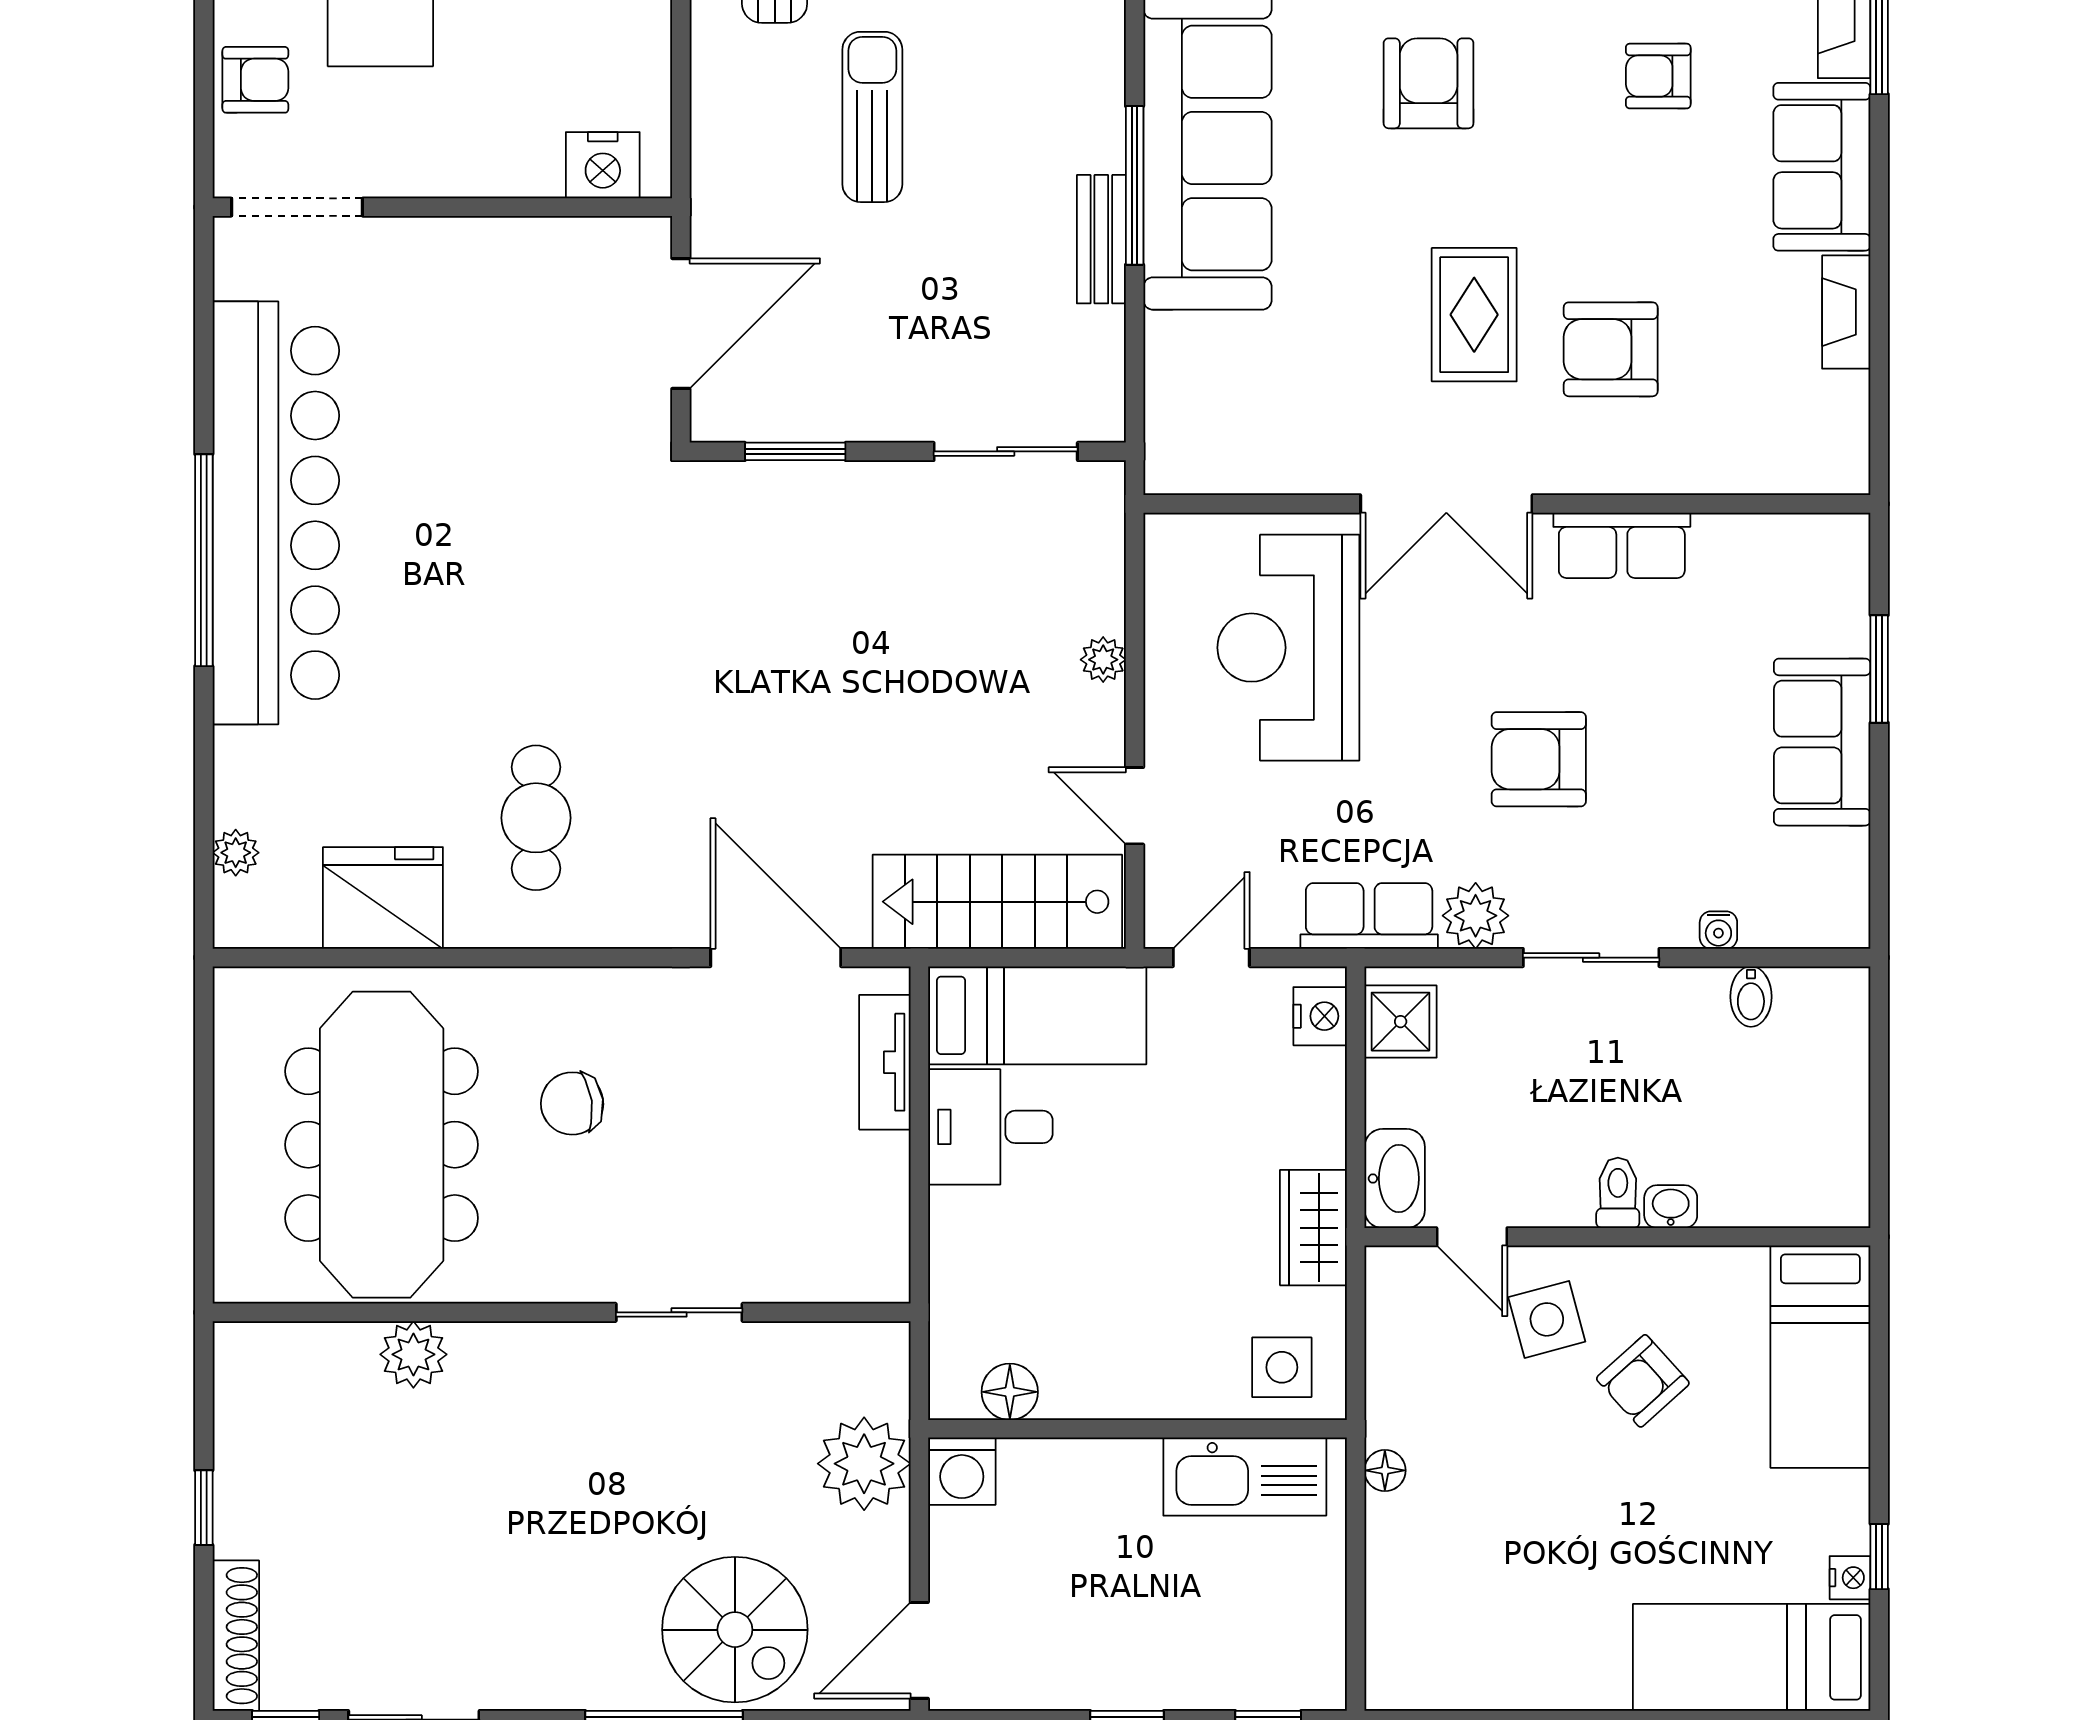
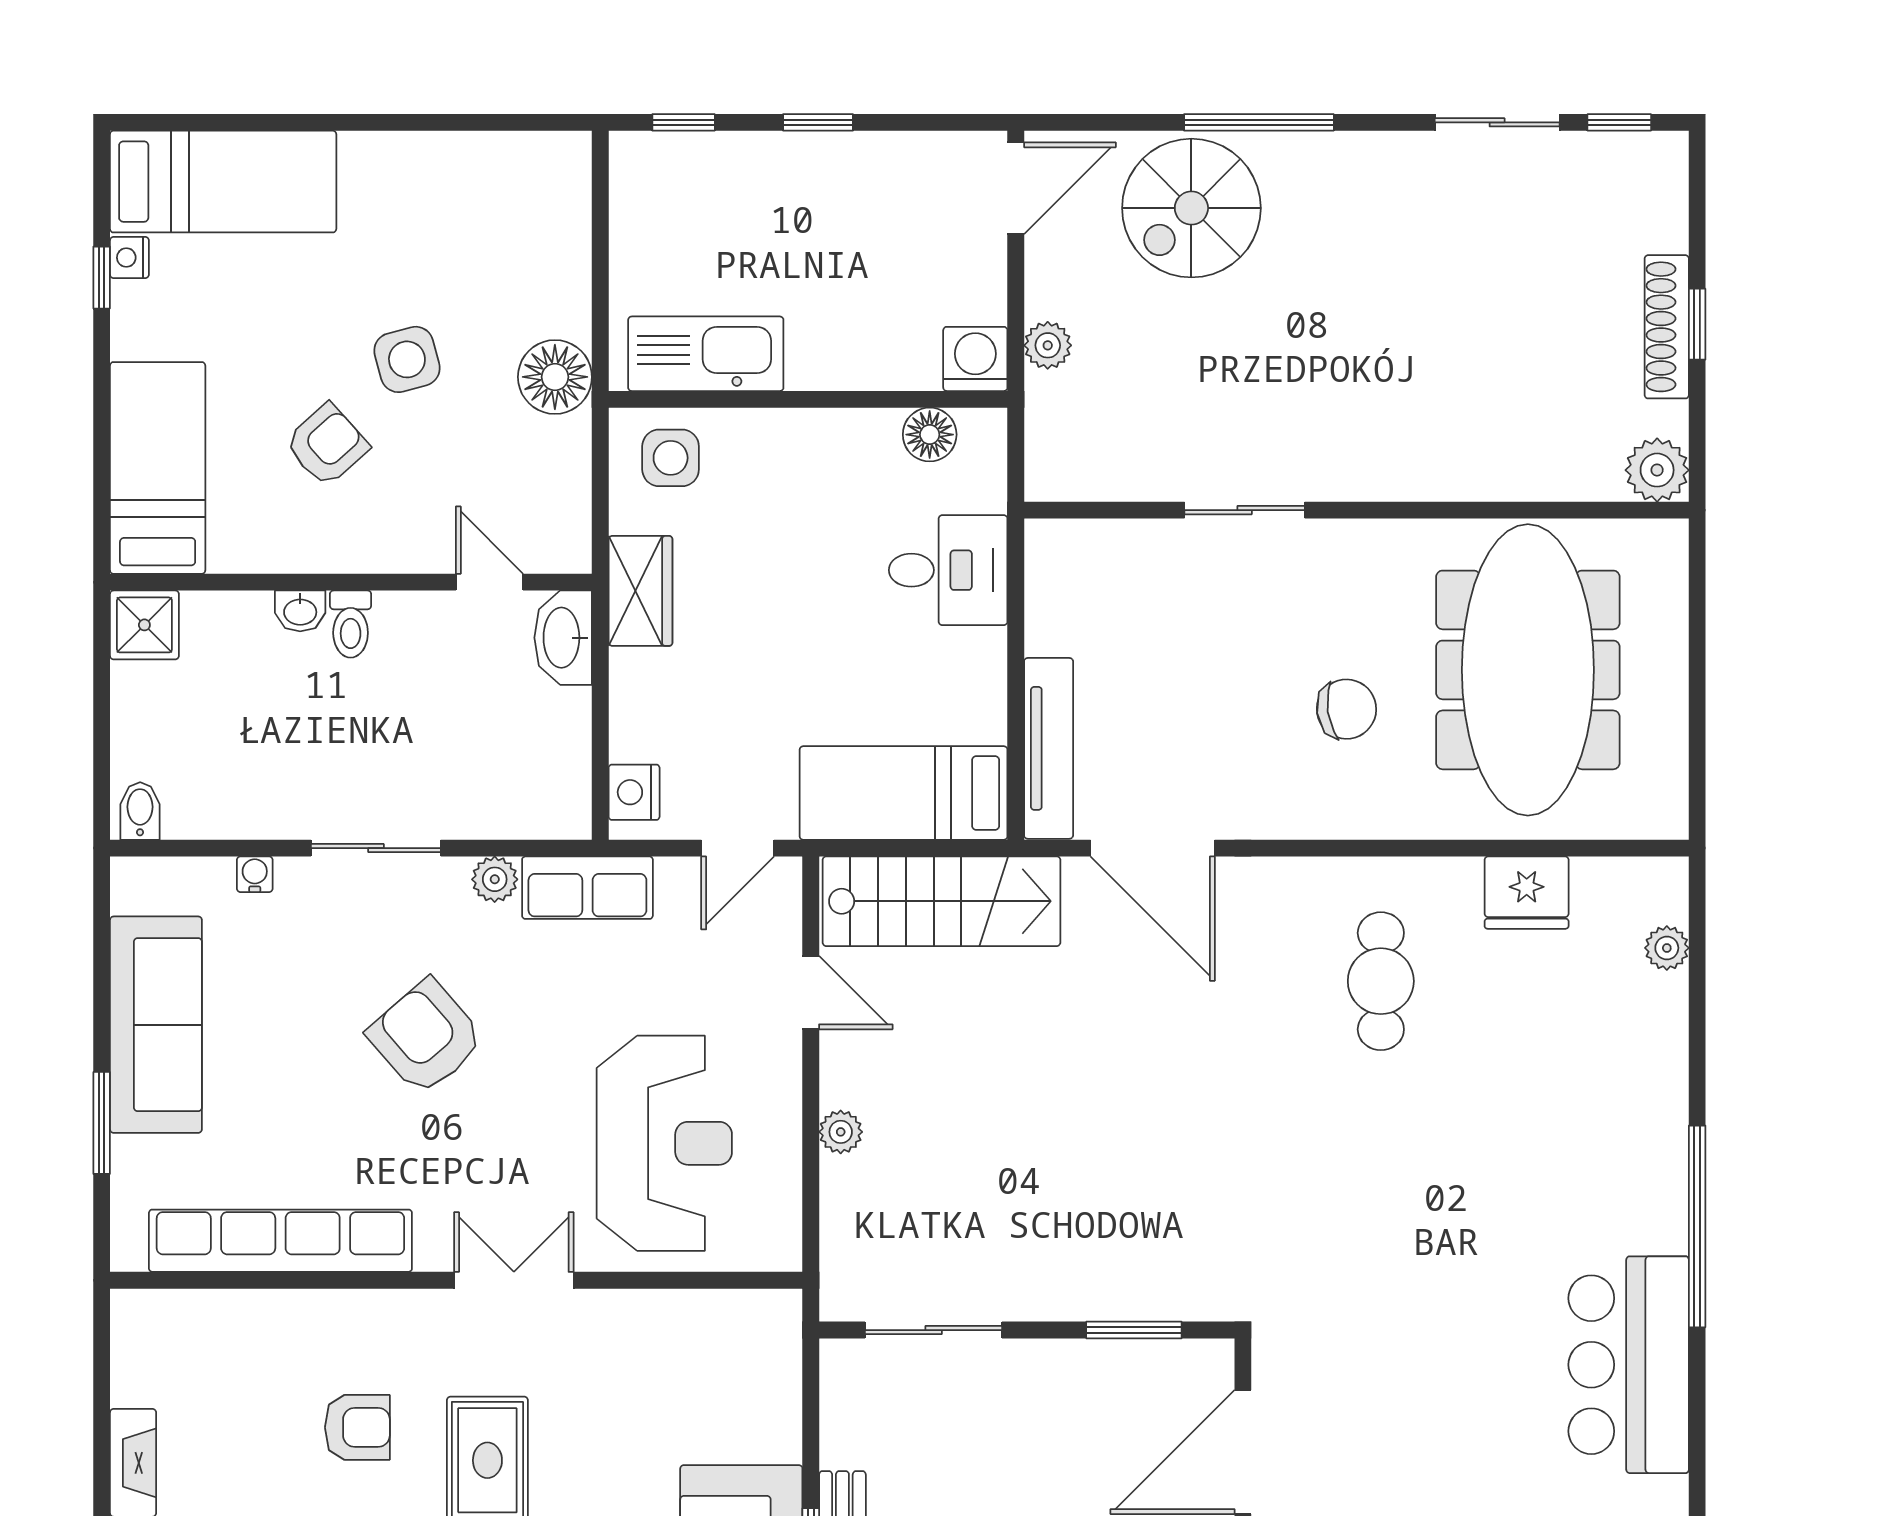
armchair: (1611, 349) -> (357, 1427), width x0.72, depth x0.72
double door: (1446, 504) -> (514, 1280), width x0.73
bar counter: (276, 513) -> (1629, 1365), width x0.54
row of seats: (1622, 545) -> (280, 1241), width x2.02
sofa: (1822, 742) -> (156, 1025), width x1.36
armchair: (1539, 759) -> (426, 1037), turned -131
fridge: (383, 898) -> (1527, 893), width x0.73, depth x0.75
plant: (1476, 916) -> (495, 879), width x0.73, depth x0.73
bidet: (1751, 997) -> (140, 811), moved
shower: (1401, 1022) -> (144, 625), moved
tv unit: (885, 1062) -> (1049, 748), width x1.41
desk: (990, 1127) -> (948, 570), moved
side table: (1547, 1319) -> (407, 359), moved
plant: (413, 1354) -> (1657, 470), moved
plant: (864, 1464) -> (1048, 345), width x0.53, depth x0.53
floor lamp: (1385, 1470) -> (555, 377), width x1.89, depth x1.89
spiral stairs: (735, 1630) -> (1191, 208), turned -90
shoe rack: (236, 1636) -> (1667, 327), moved

